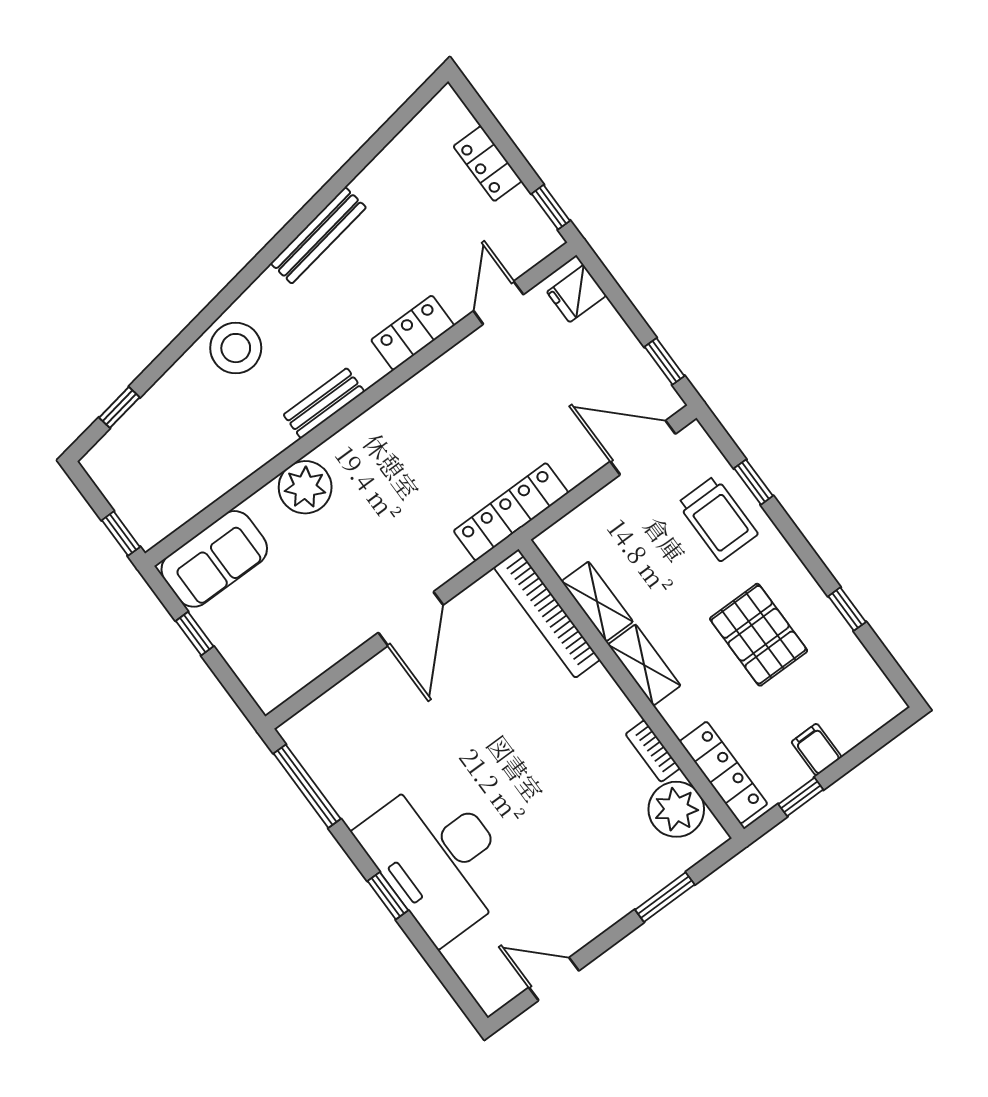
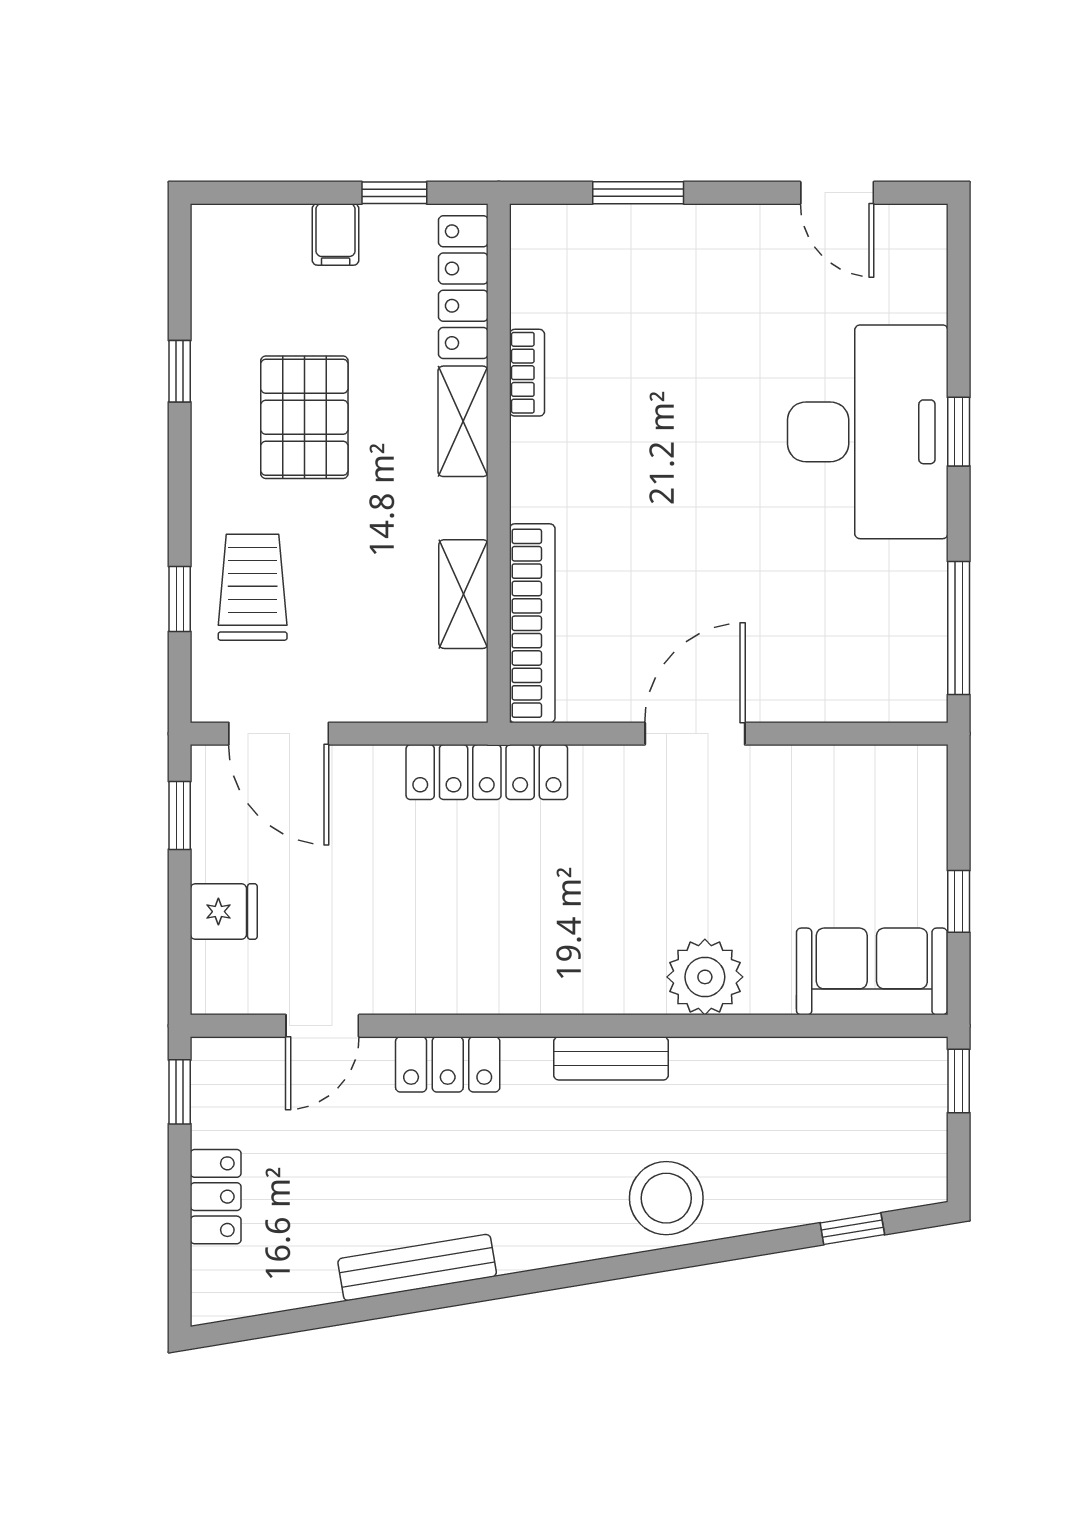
bench: (318, 235) -> (417, 1268), moved
fridge: (577, 294) -> (224, 912), moved
shelving: (644, 665) -> (463, 421), moved
plant: (676, 809) -> (550, 285), removed

